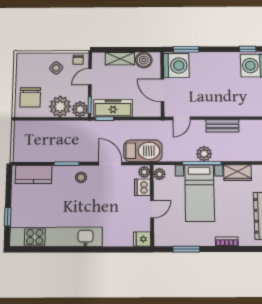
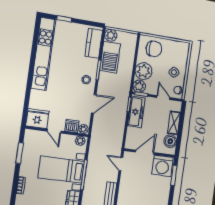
chair: (30, 97) -> (154, 49), turned 180
barbecue: (143, 151) -> (110, 57), moved
plant: (204, 154) -> (111, 35), moved
fridge: (142, 239) -> (37, 119), width x1.88, depth x1.34

